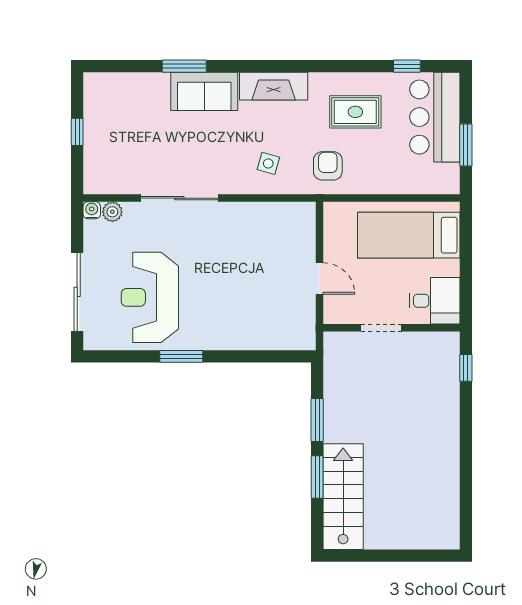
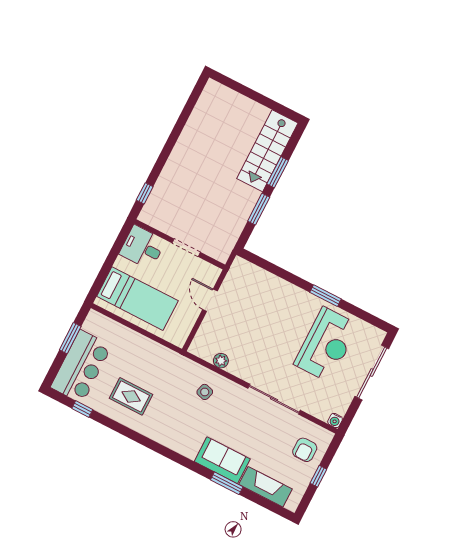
fireplace: (274, 86) -> (265, 487), moved
armchair: (328, 166) -> (305, 450), moved
plant: (112, 212) -> (221, 361), moved

